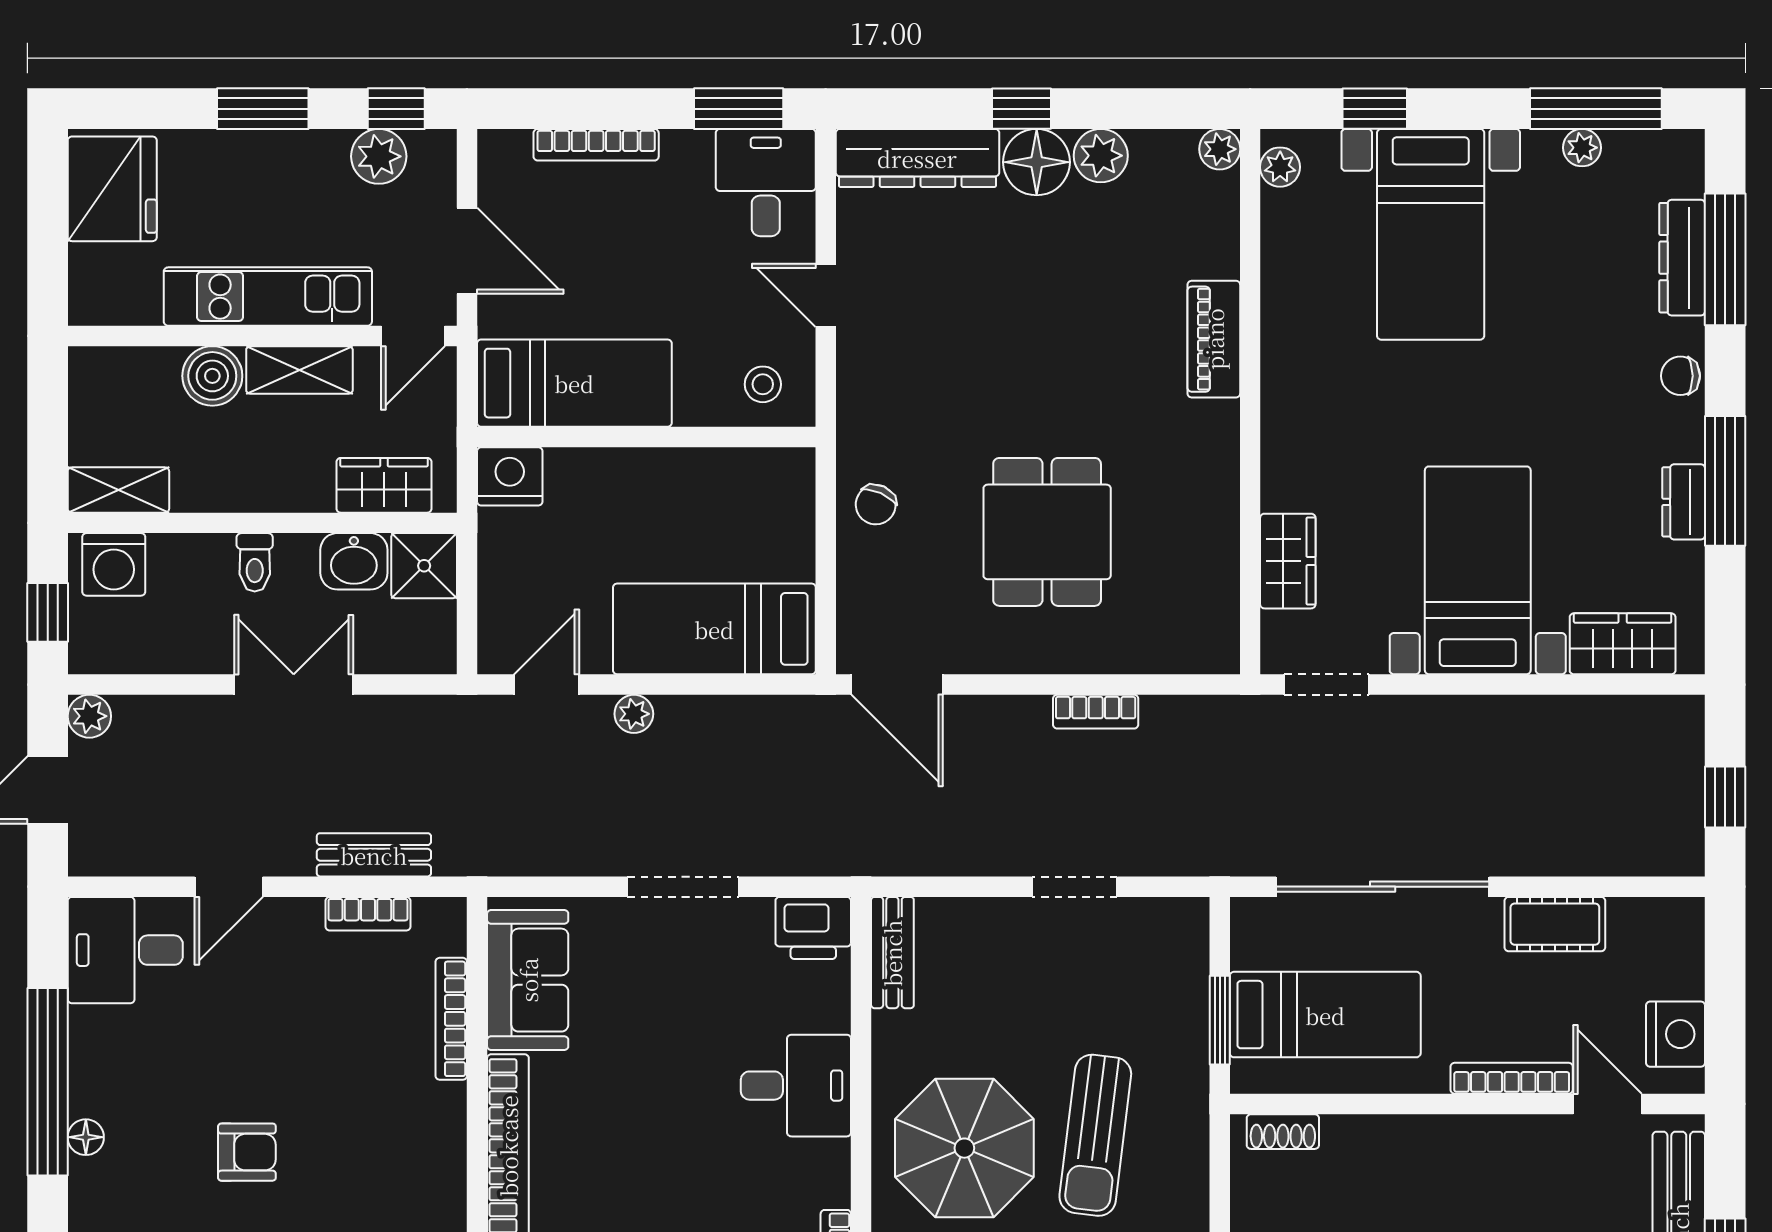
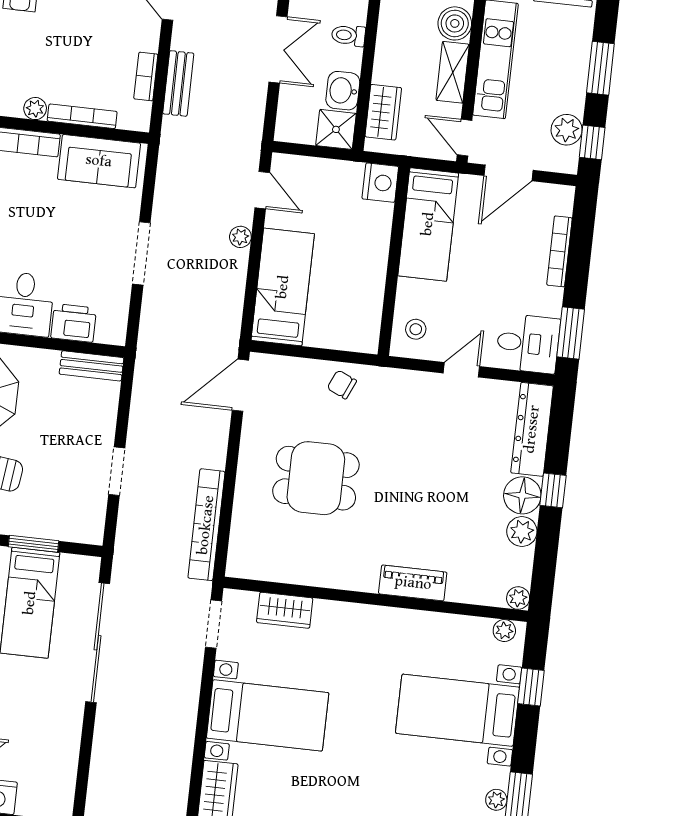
bookcase: (1096, 712) -> (206, 525), width x2.31, depth x1.31
cot: (1555, 924) -> (66, 736), removed
printer: (813, 928) -> (74, 323), moved, turned 90
plant: (447, 1104) -> (35, 109), added

